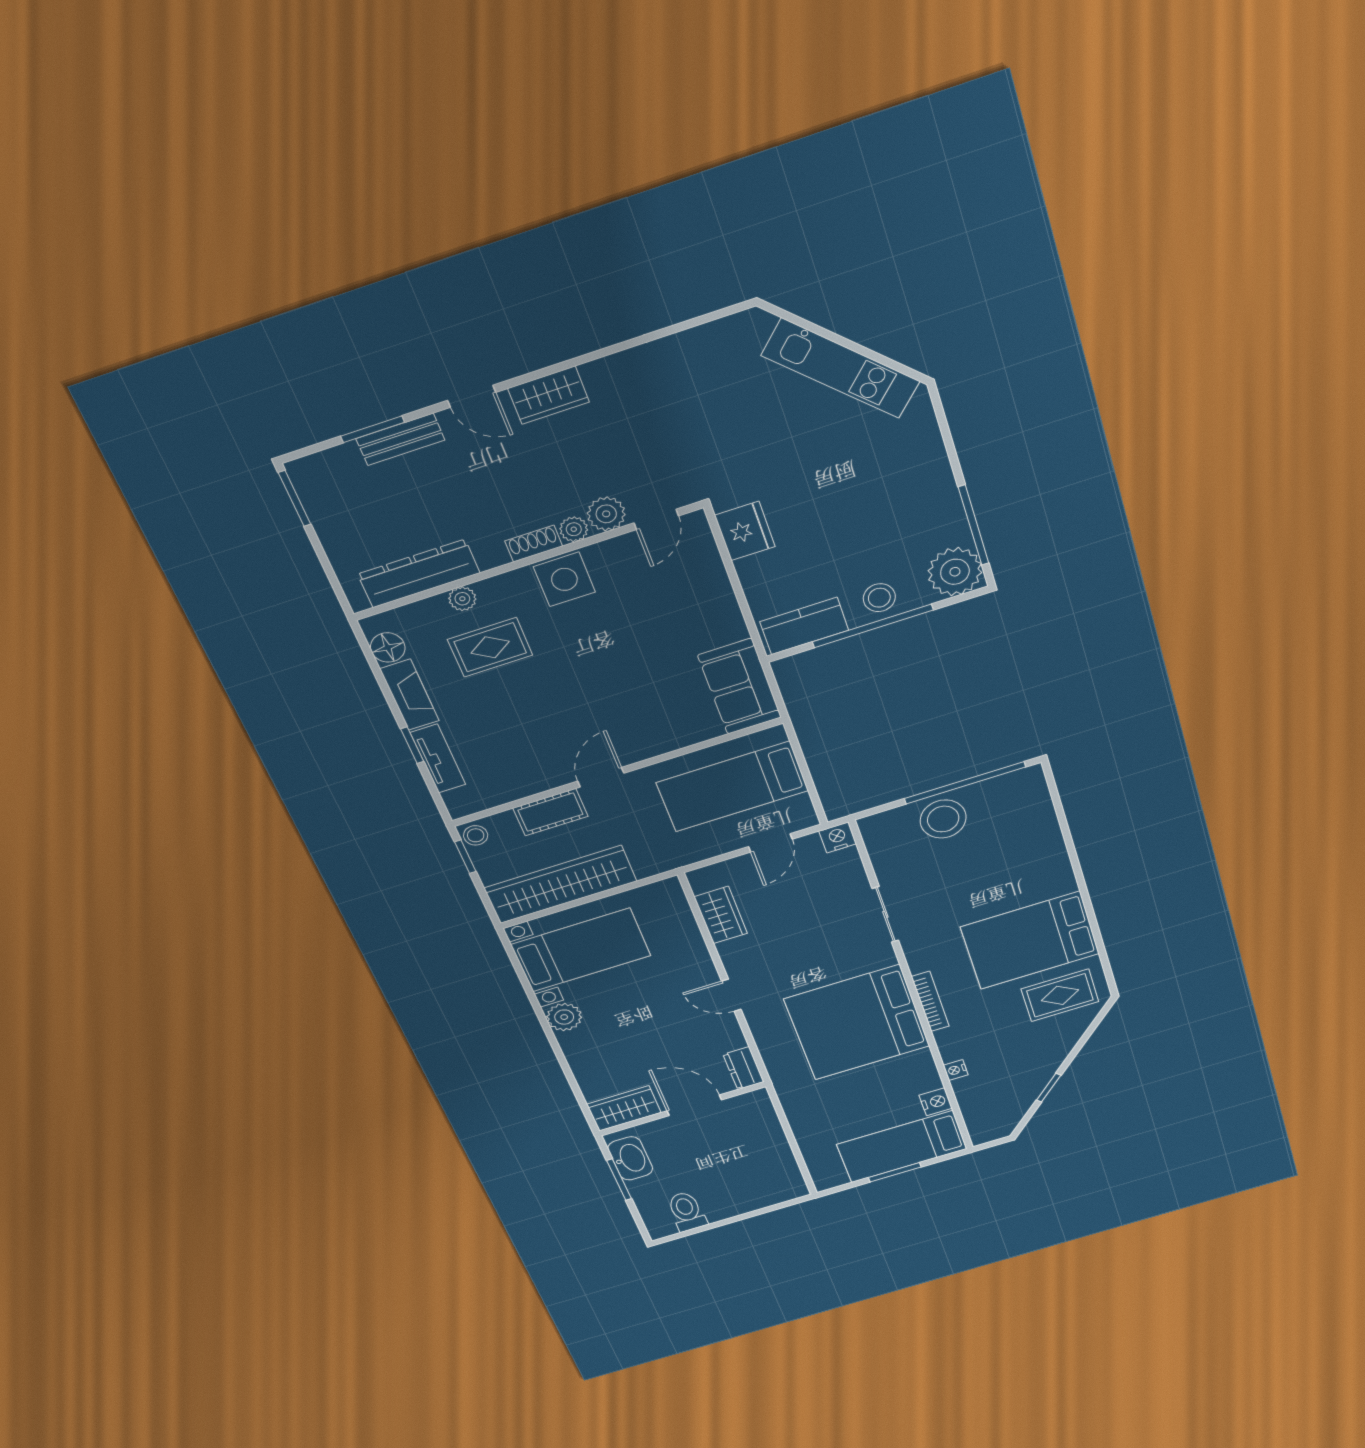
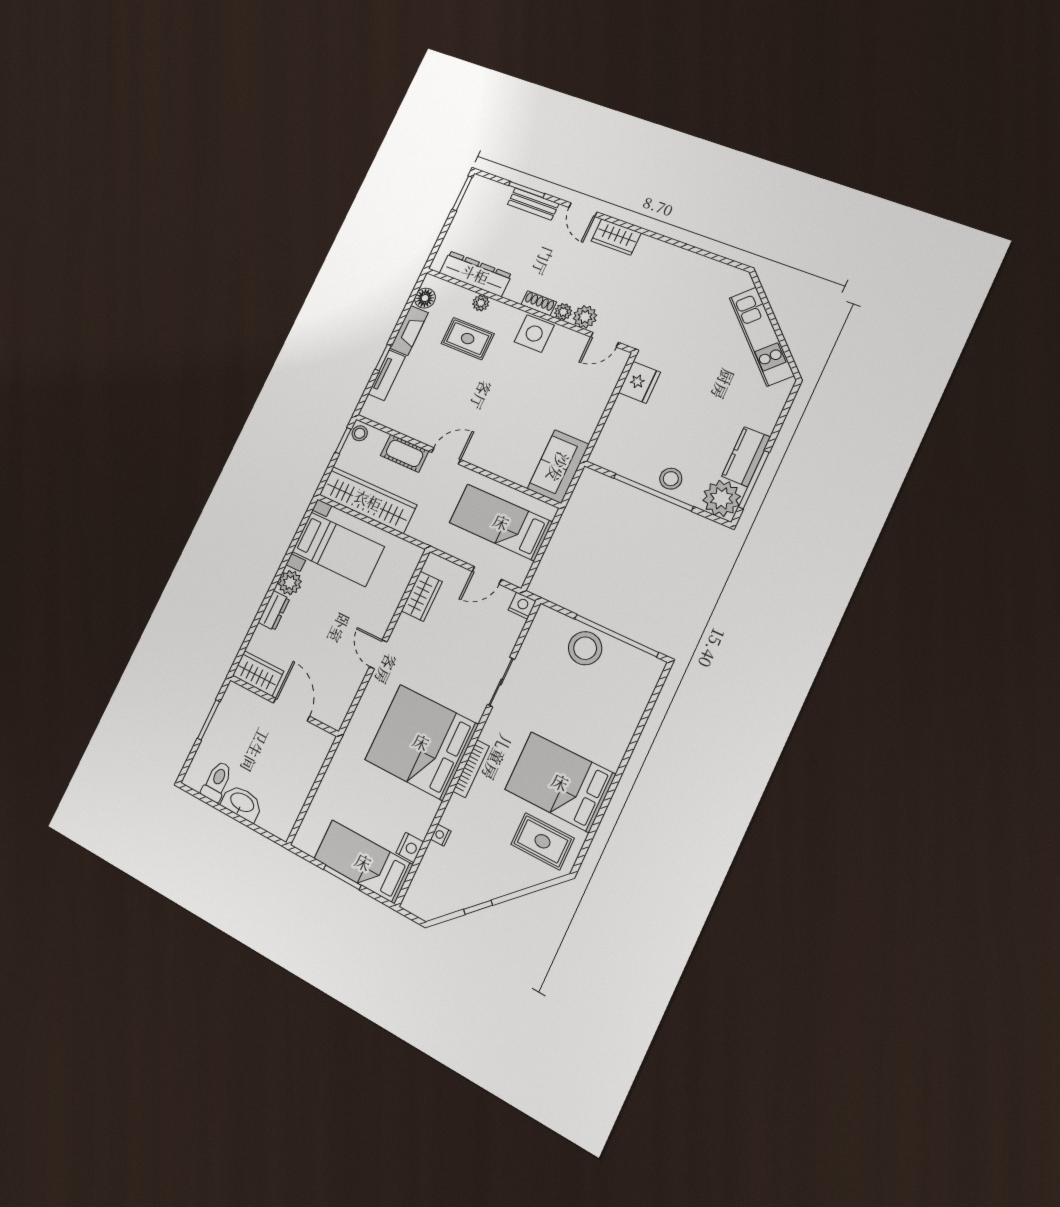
kitchen counter: (804, 626) -> (746, 457), moved, turned -90
dresser: (743, 1068) -> (274, 611), moved, turned 180
washbasin: (630, 1158) -> (242, 803), moved, turned -90

